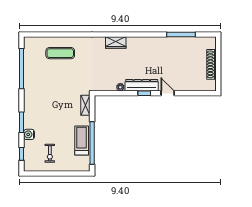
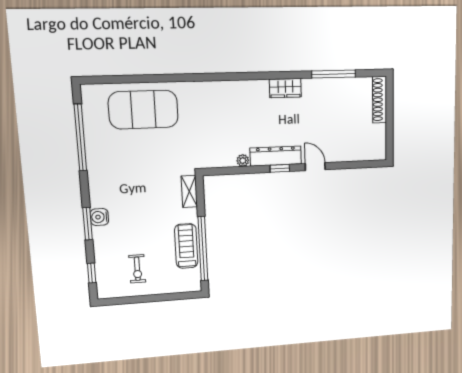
wardrobe: (116, 43) -> (285, 88), moved
exercise mat: (60, 53) -> (143, 110), width x2.00, depth x1.45
shoe rack: (211, 64) -> (380, 100), moved
water cooler: (29, 134) -> (99, 217), moved

